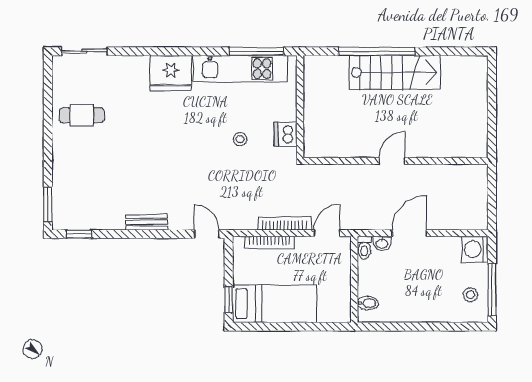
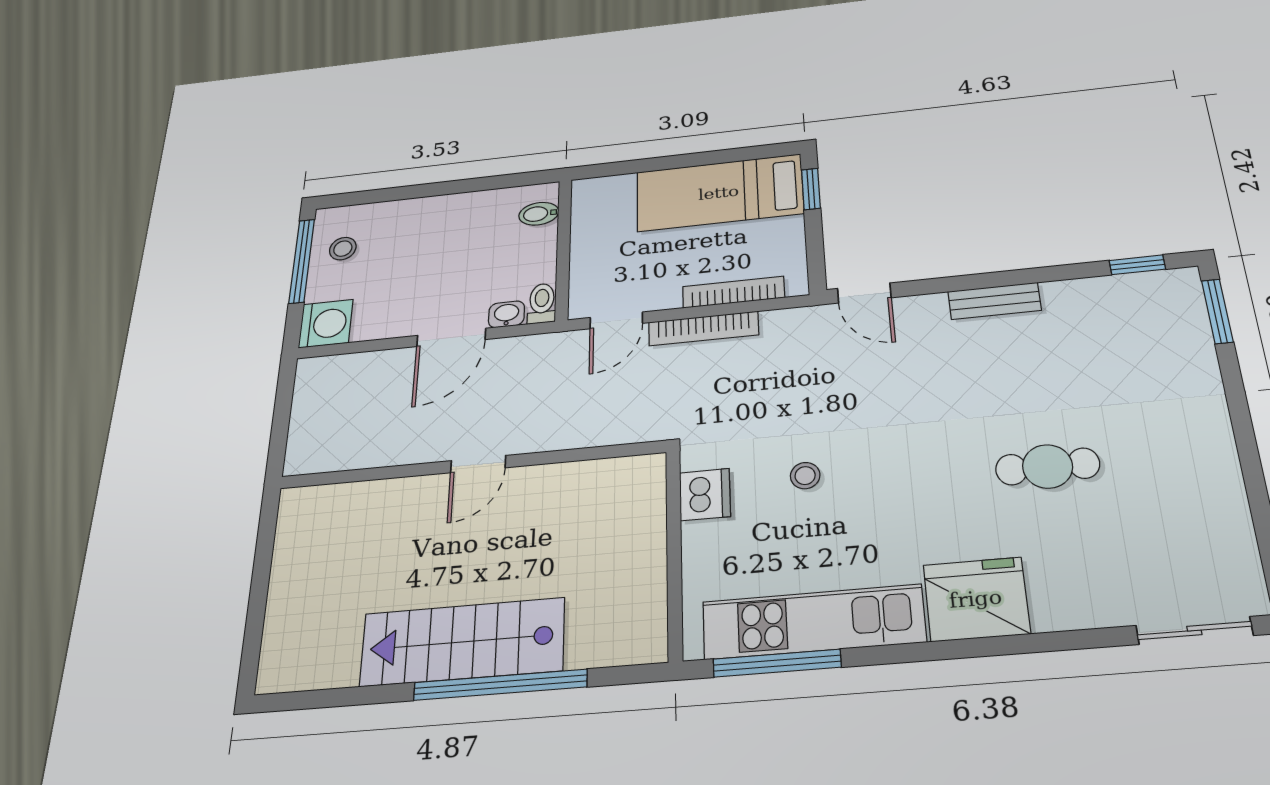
cafe table: (82, 115) -> (1048, 466), moved

